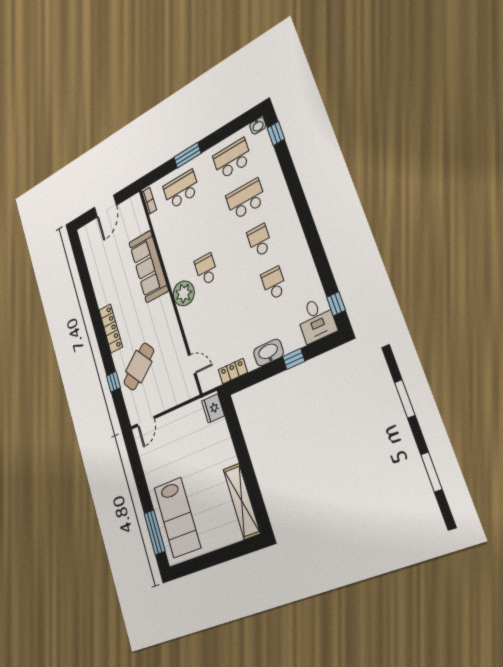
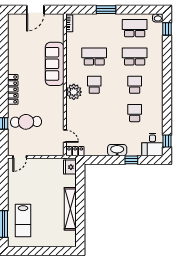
school desk: (181, 189) -> (94, 56), moved
cafe table: (139, 367) -> (26, 122), turned 36
locker: (233, 371) -> (75, 151), moved
shelving: (242, 501) -> (70, 209), moved
lab bench: (177, 518) -> (23, 221), width x0.73, depth x0.72

